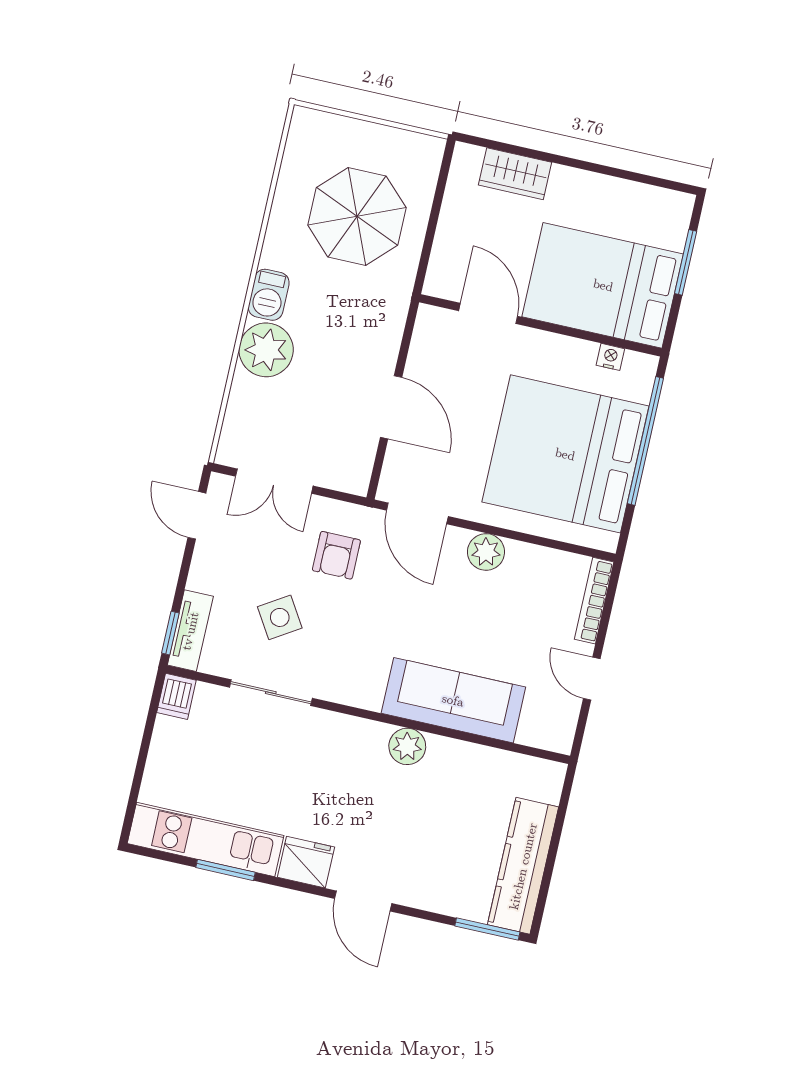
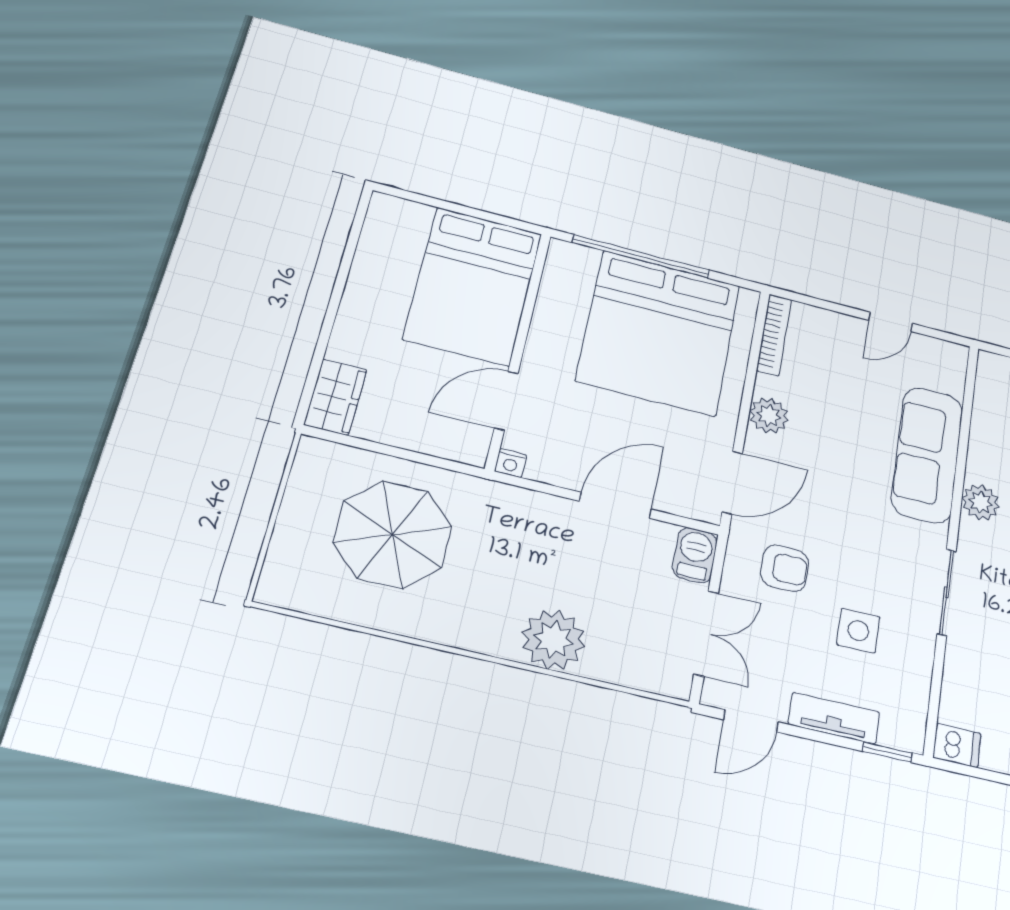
wardrobe: (515, 174) -> (335, 397), moved
window: (686, 262) -> (447, 206), removed
barbecue: (269, 295) -> (695, 555), moved, turned -90
nightstand: (610, 357) -> (511, 463), moved, turned -90
bookcase: (594, 601) -> (774, 335), moved, turned -90
side table: (280, 617) -> (858, 631), turned 32
tv unit: (190, 631) -> (834, 718), moved
sliding door: (271, 693) -> (947, 592), moved

